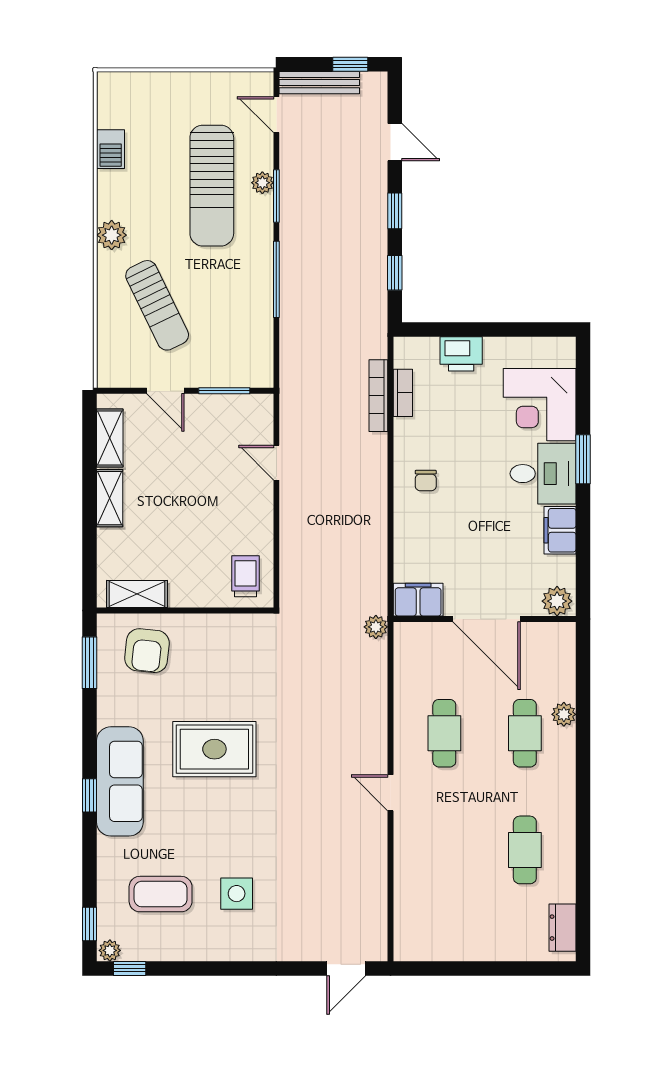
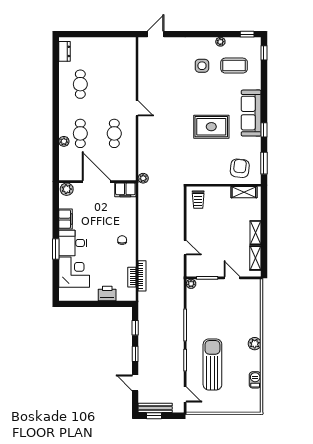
bench: (319, 83) -> (155, 408), moved
plant: (262, 183) -> (191, 284), moved
sun lounger: (157, 305) -> (235, 314), removed
window: (90, 795) -> (264, 130), moved
plant: (110, 950) -> (220, 42), moved

